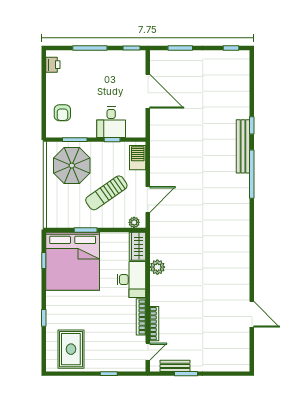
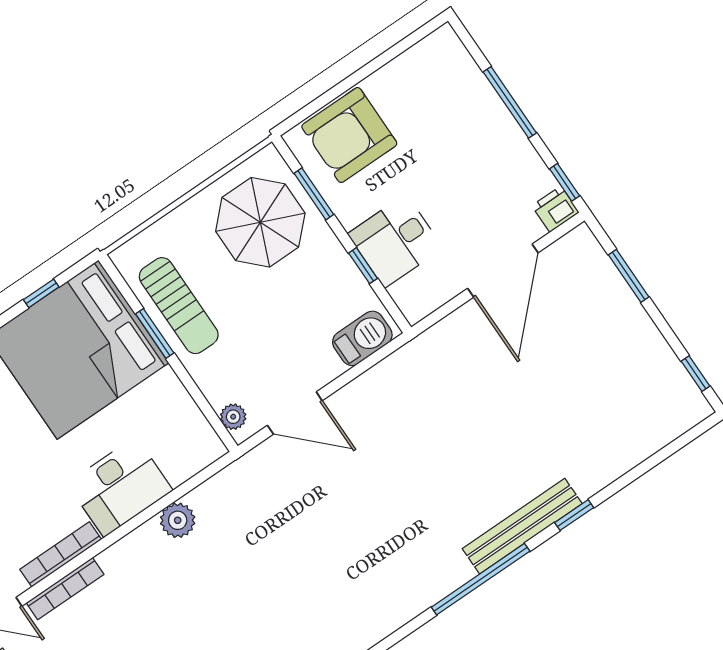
printer: (53, 65) -> (555, 209), moved, turned 180
armchair: (62, 113) -> (349, 135), width x1.88, depth x1.88
sun lounger: (106, 193) -> (179, 306), moved, turned -145
wardrobe: (137, 246) -> (192, 455), removed

